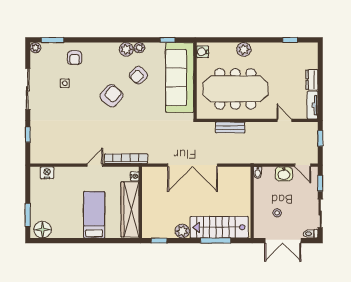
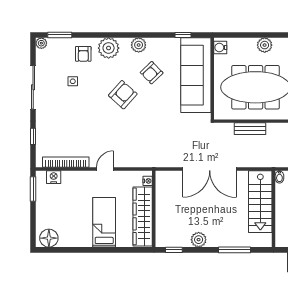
plant: (139, 48) -> (109, 48), moved, width x1.88, depth x1.88
bookcase: (126, 159) -> (66, 162), moved
window: (28, 215) -> (33, 189), moved
stairs: (219, 227) -> (260, 202), moved, turned -90

